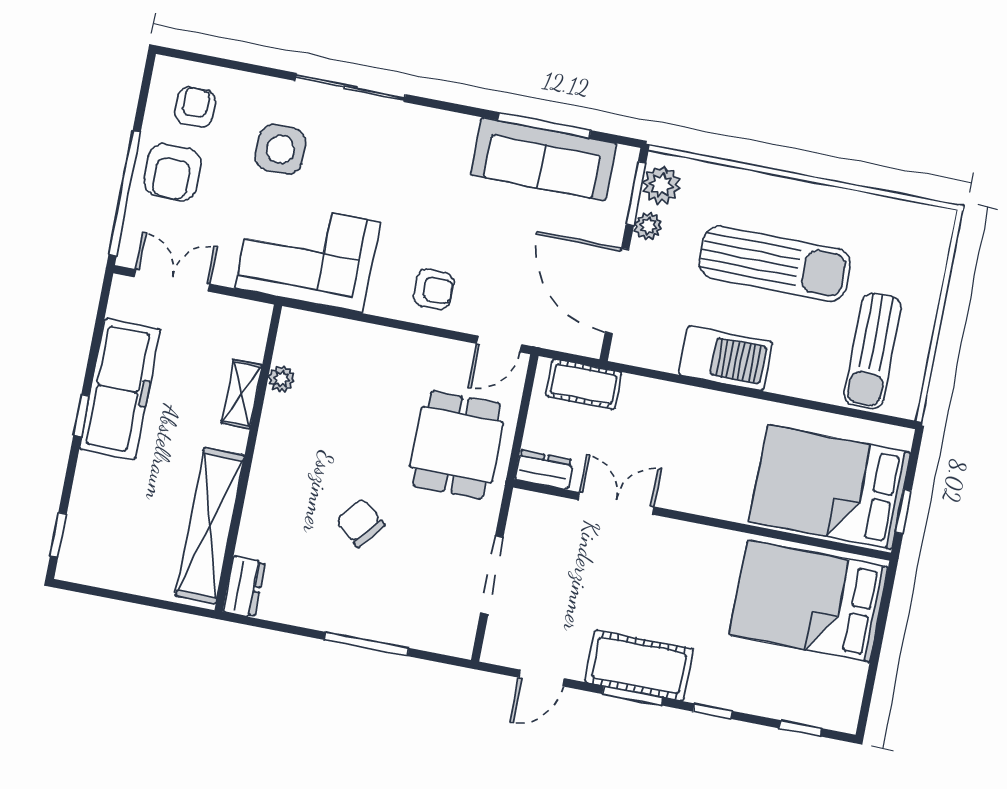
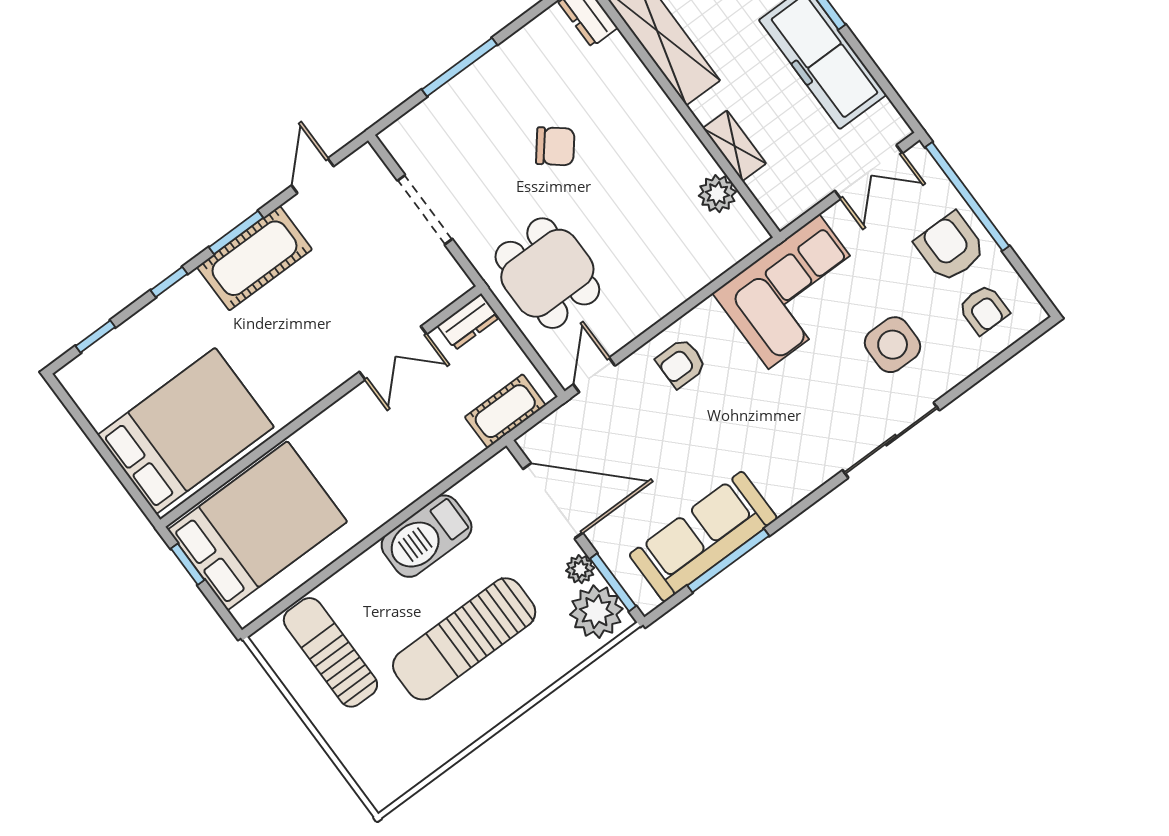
plant: (661, 185) -> (596, 612), width x1.36, depth x1.36
plant: (282, 379) -> (717, 194), width x1.38, depth x1.38

